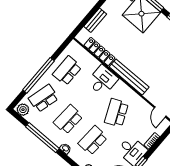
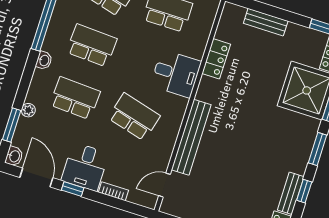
locker: (99, 52) -> (216, 59), width x0.66
bench: (129, 77) -> (191, 137), moved
school desk: (116, 113) -> (134, 117), turned 39

